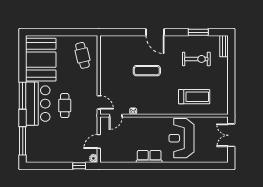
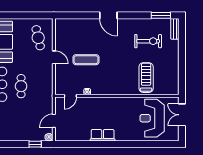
window: (198, 32) -> (161, 15), moved
exercise mat: (147, 71) -> (86, 60), moved
treadmill: (194, 97) -> (146, 78), turned -90
door: (99, 102) -> (54, 57), moved
reception desk: (181, 138) -> (152, 118), moved

